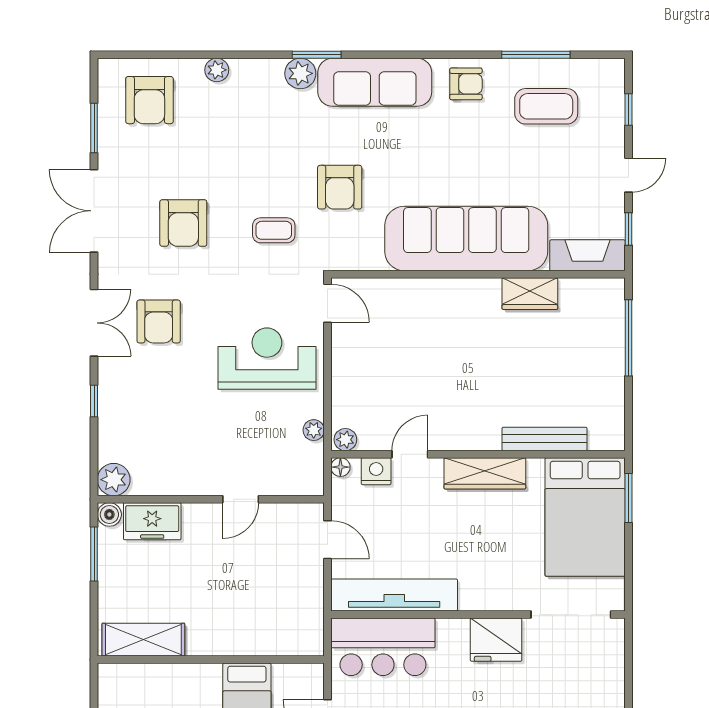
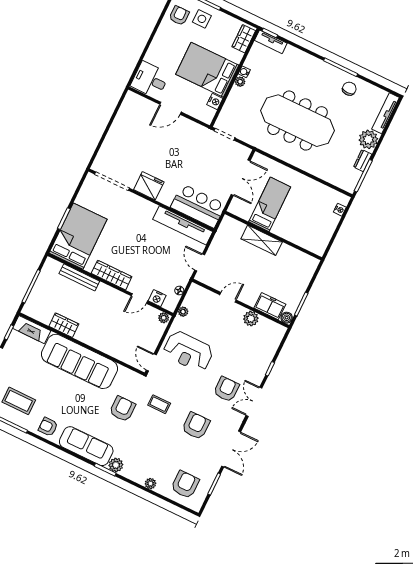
bench: (544, 439) -> (79, 277), moved
plant: (345, 440) -> (164, 318), moved
door: (410, 454) -> (139, 298), moved
wall: (478, 454) -> (110, 284), moved
nightstand: (376, 471) -> (157, 298), moved
wardrobe: (485, 473) -> (112, 275), moved
plant: (114, 480) -> (251, 319), moved
bed: (585, 517) -> (78, 236), moved
shelving: (143, 640) -> (262, 240), moved

